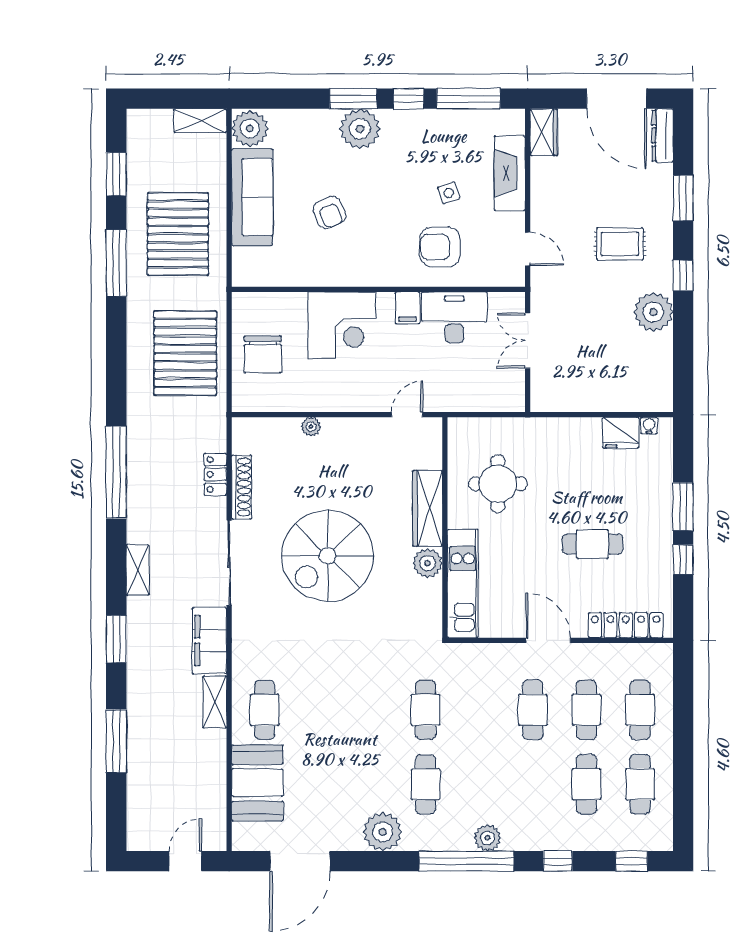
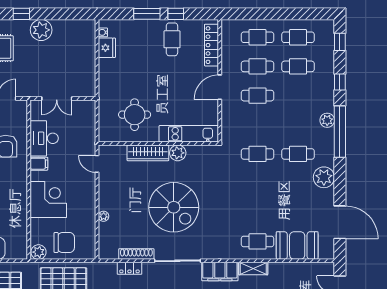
plant: (245, 307) -> (38, 252), added
cafe table: (592, 544) -> (172, 39), moved

